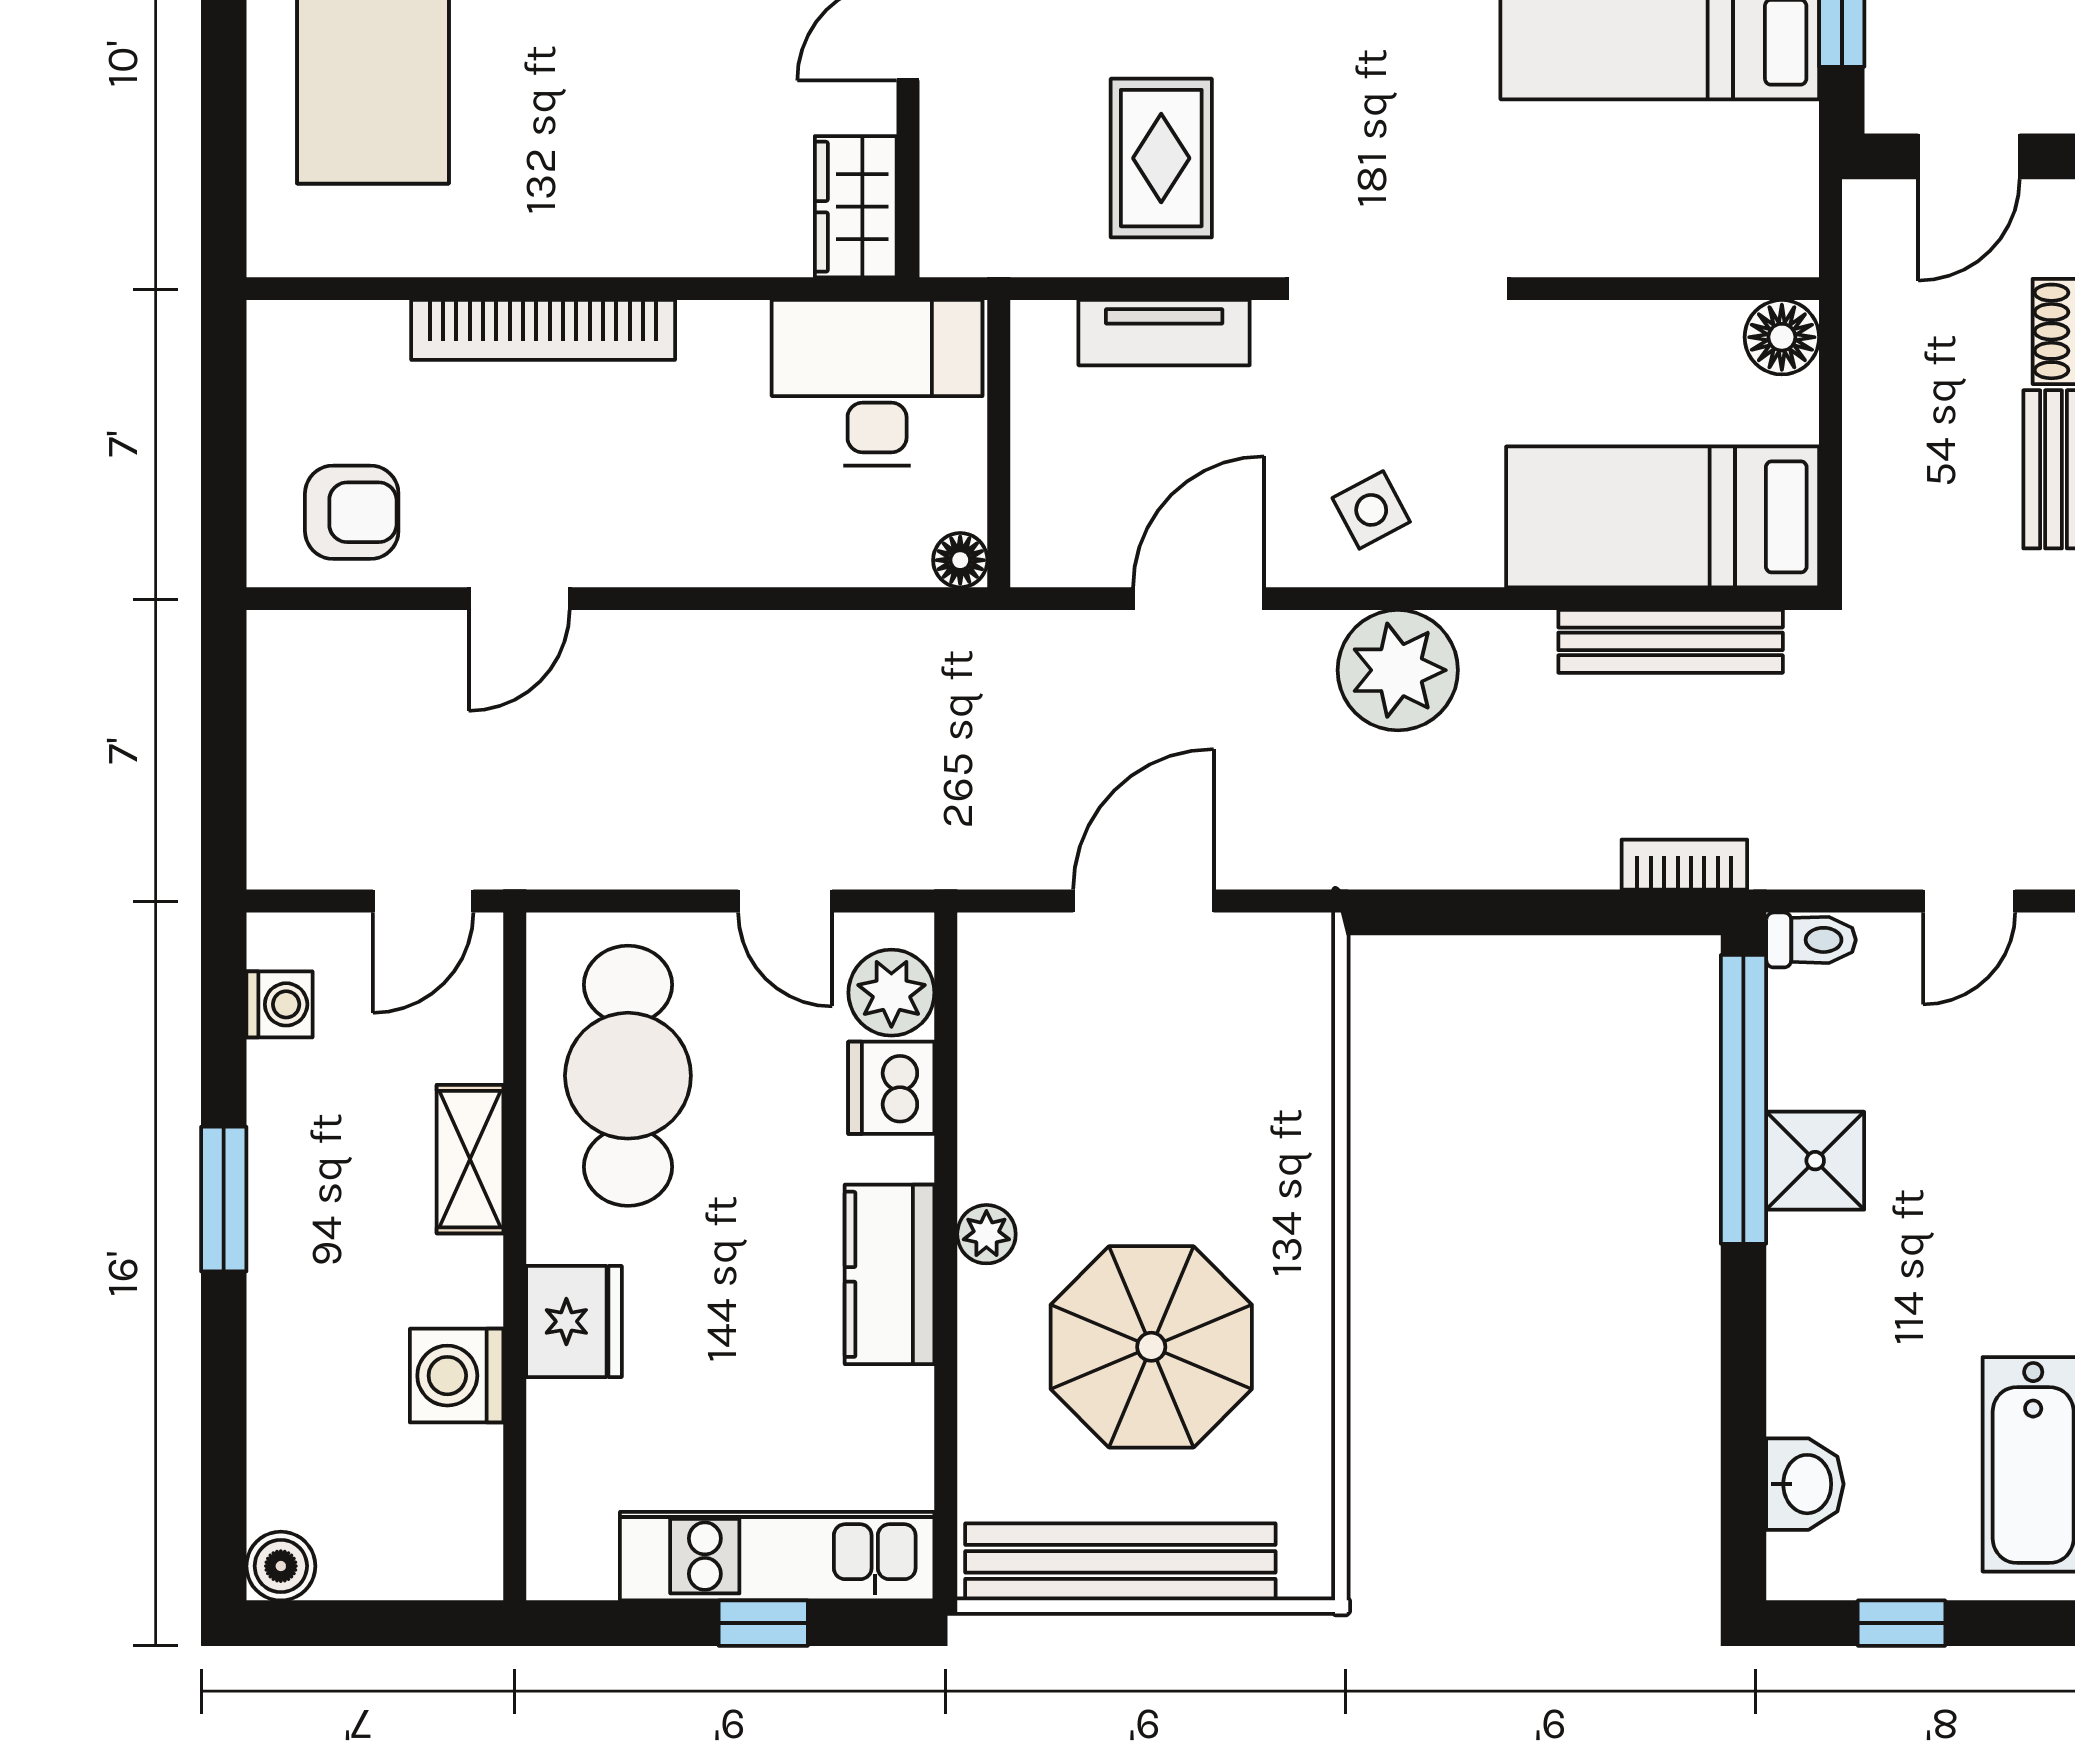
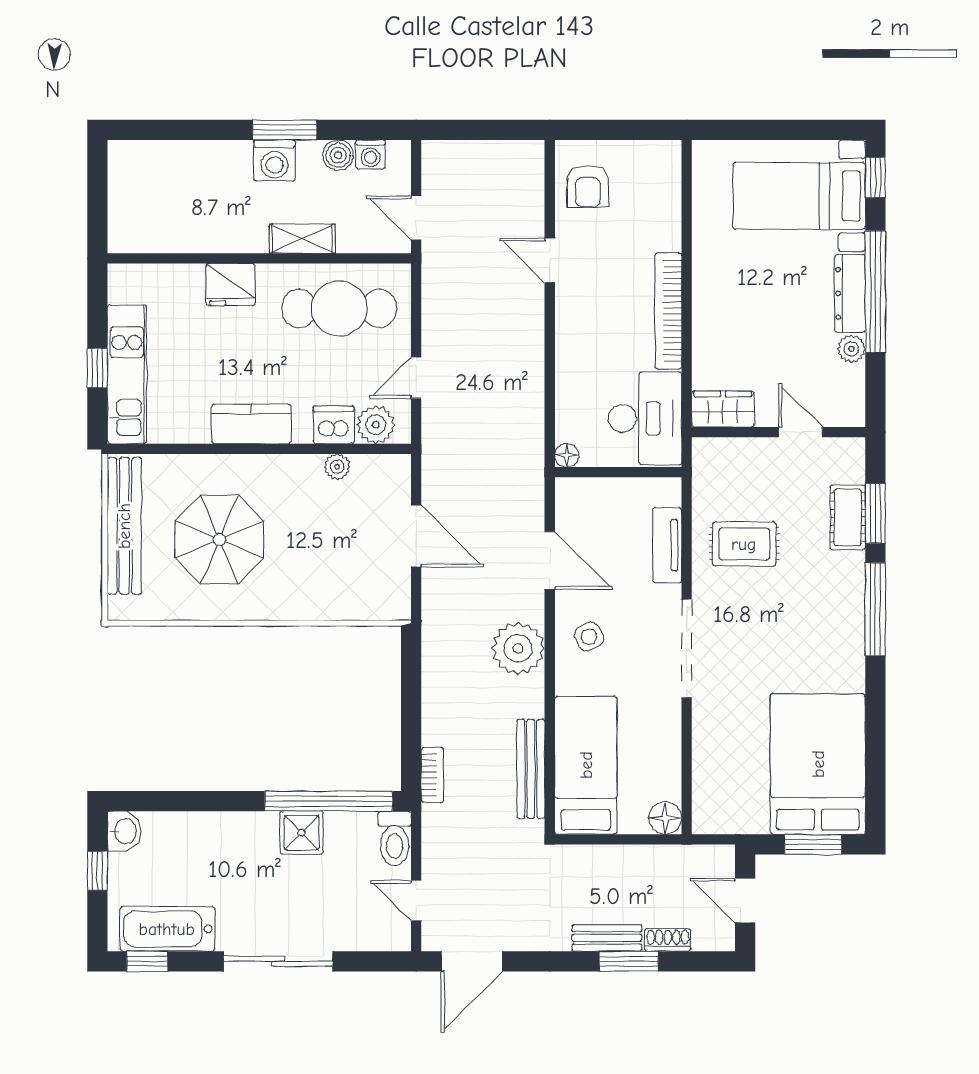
bookcase: (543, 330) -> (668, 311), moved
toilet: (1811, 940) -> (395, 838), width x1.37, depth x1.39
plant: (986, 1234) -> (337, 467), moved
washing machine: (457, 1376) -> (274, 161), moved, turned 180
washbasin: (1805, 1484) -> (124, 831), moved, turned -90
boiler: (281, 1566) -> (338, 155), moved

